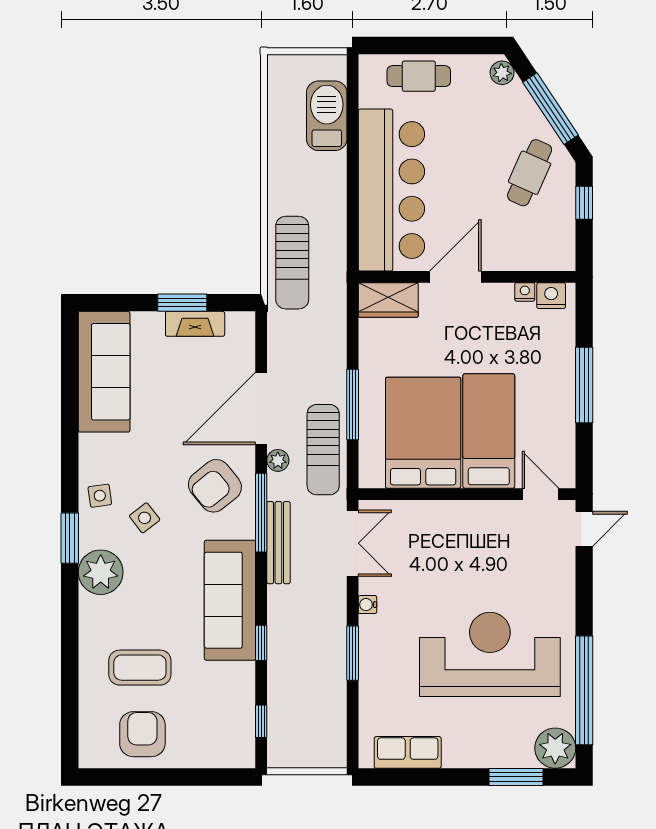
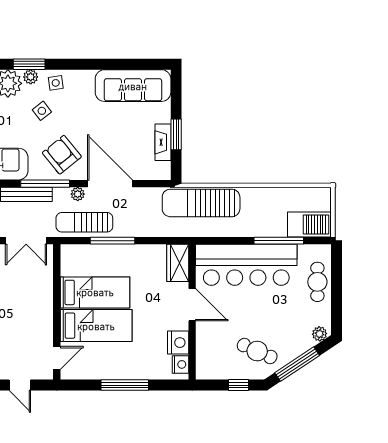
barbecue: (327, 116) -> (309, 224), moved
window: (353, 138) -> (279, 241), added
sun lounger: (292, 263) -> (201, 203), width x1.36, depth x1.34
nightstand: (525, 292) -> (178, 343), width x1.89, depth x1.79
bed: (423, 433) -> (95, 292), width x0.67
door: (584, 529) -> (20, 385), moved
plant: (90, 536) -> (31, 77), added

